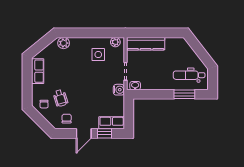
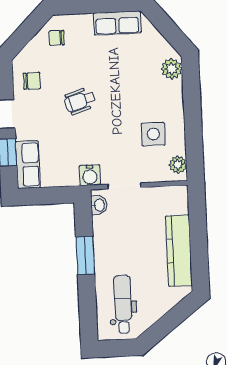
kitchen counter: (146, 44) -> (179, 251), moved
window: (184, 94) -> (85, 255), moved
wheelchair: (60, 98) -> (80, 101), moved

